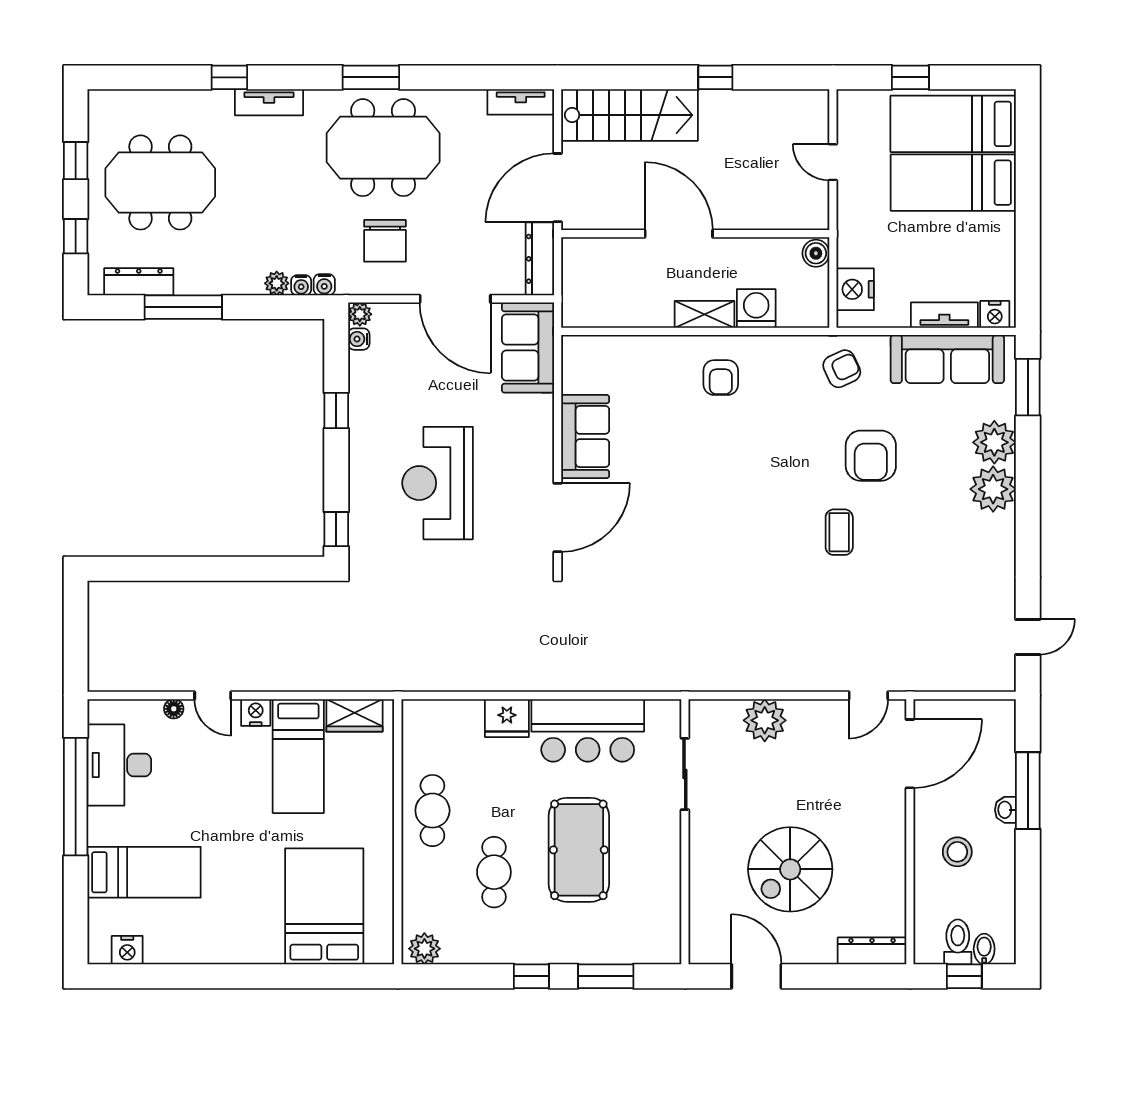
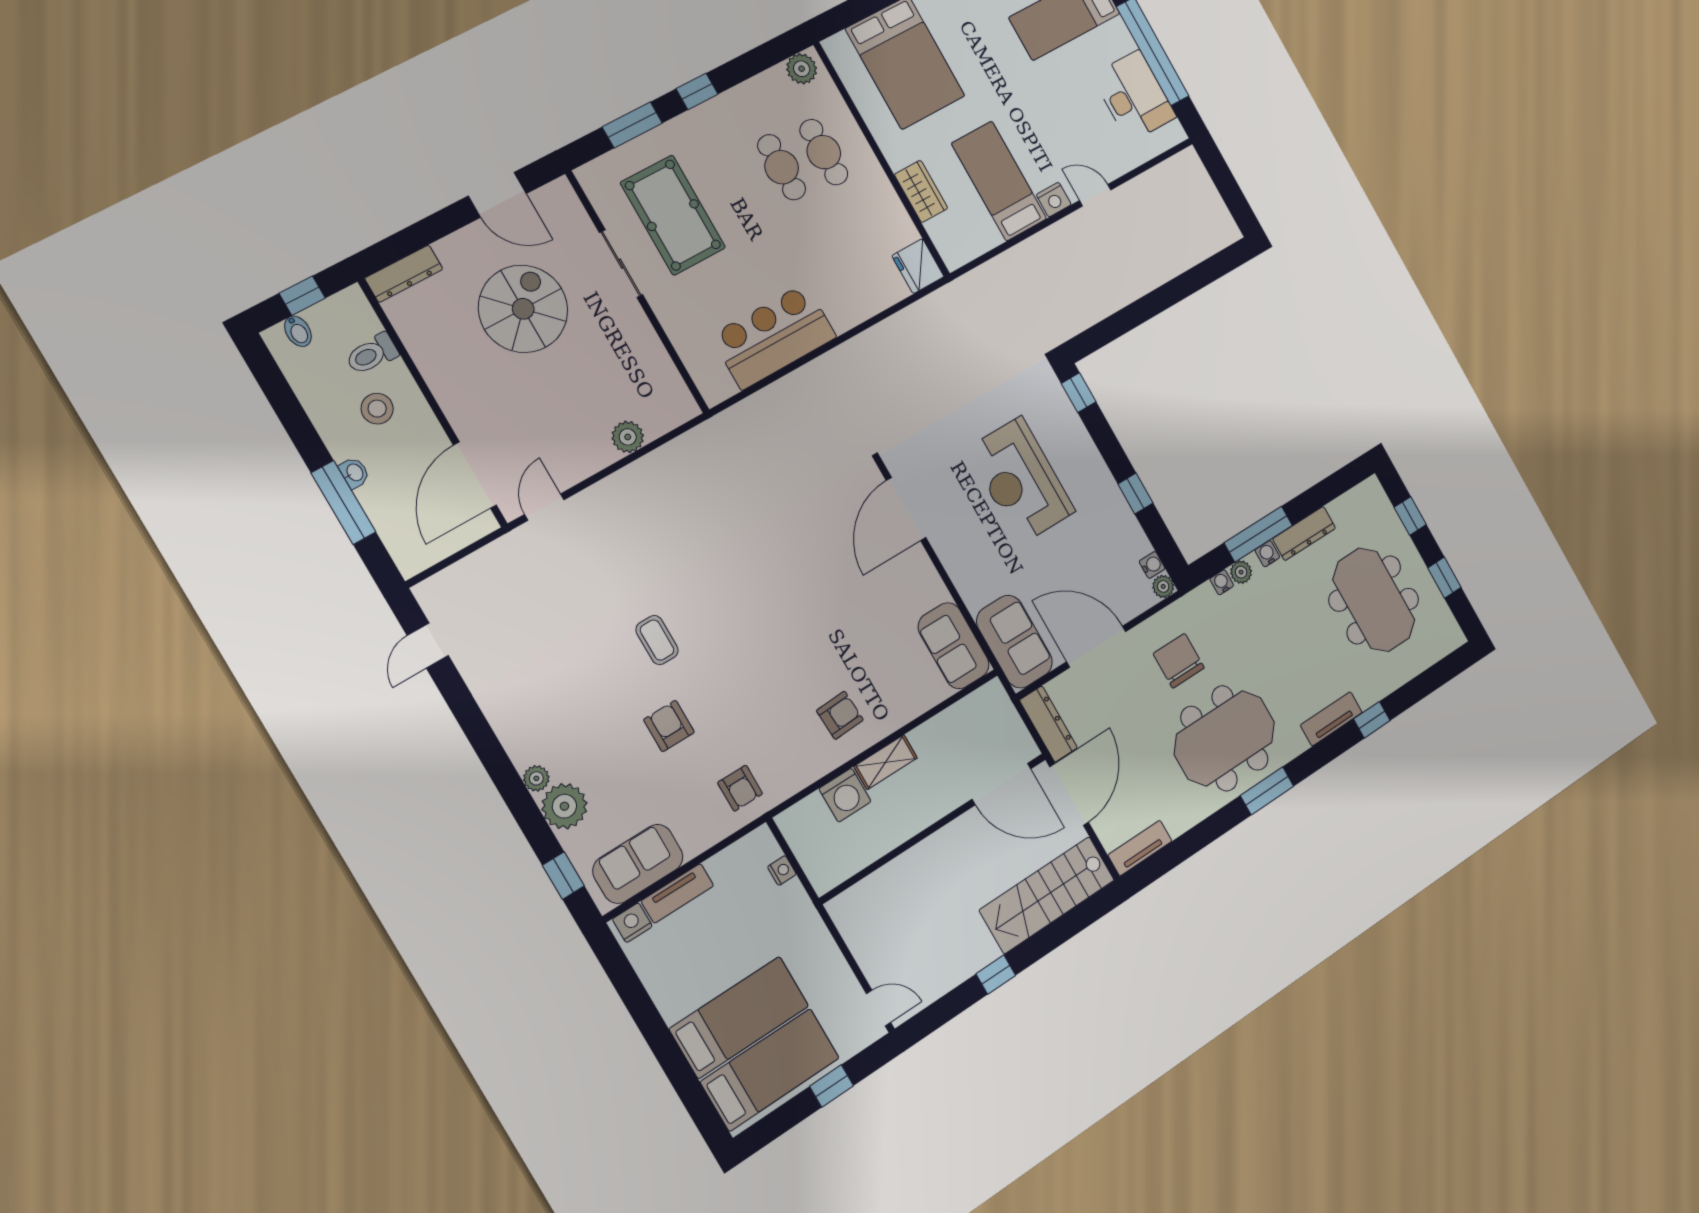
door: (833, 162) -> (879, 1008), moved
meeting table: (160, 182) -> (1374, 600), turned 90
door: (679, 234) -> (1002, 784), moved
boiler: (816, 253) -> (822, 877), removed
dresser: (139, 282) -> (1304, 534), moved
water cooler: (324, 285) -> (1267, 554), moved
nightstand: (855, 289) -> (782, 870), width x0.53, depth x0.56
window: (183, 307) -> (1258, 534), moved
sofa: (947, 359) -> (638, 864), width x0.73
armchair: (842, 369) -> (740, 788), turned -65
armchair: (721, 378) -> (840, 715), turned 87
window: (1028, 387) -> (563, 876), width x0.67
sofa: (585, 437) -> (954, 646), moved
armchair: (871, 456) -> (669, 726), width x0.72, depth x0.72
reception desk: (438, 483) -> (1021, 480), turned 180
plant: (993, 489) -> (536, 778), width x0.53, depth x0.53
floor lamp: (174, 709) -> (1119, 167), removed
wardrobe: (354, 715) -> (921, 191), moved, turned 90
fridge: (507, 718) -> (918, 266), moved, turned -90
plant: (765, 720) -> (628, 437), width x0.73, depth x0.73
sliding door: (685, 774) -> (621, 264), moved
cafe table: (432, 811) -> (824, 152), moved
pool table: (579, 850) -> (673, 215), moved
toilet: (958, 942) -> (372, 354), moved, turned 90

